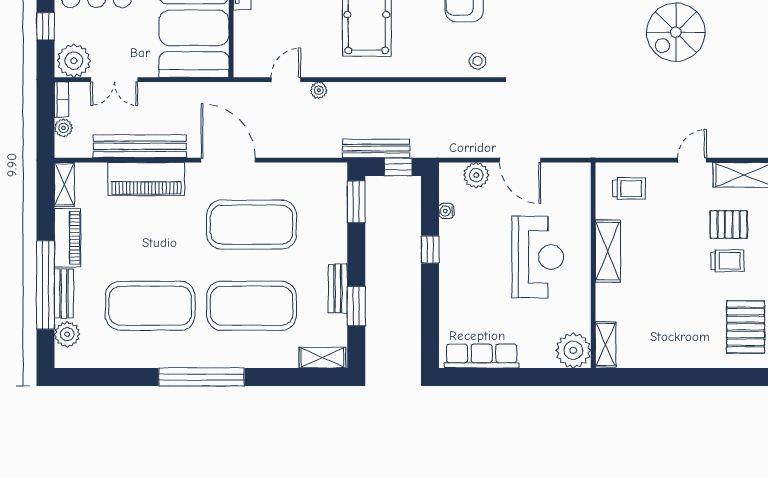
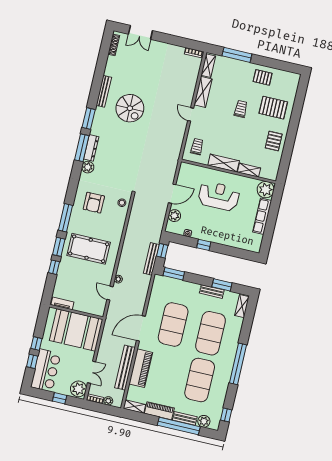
pallet: (729, 225) -> (274, 141), moved
shelving: (606, 344) -> (249, 170), moved
row of seats: (482, 356) -> (262, 216), moved
window: (91, 377) -> (226, 415), added

